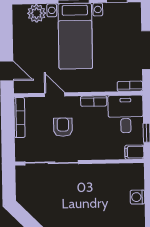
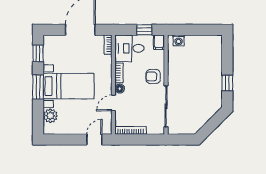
floor lamp: (73, 102) -> (120, 89), added
armchair: (63, 127) -> (153, 76), moved
washing machine: (137, 197) -> (179, 40), moved

